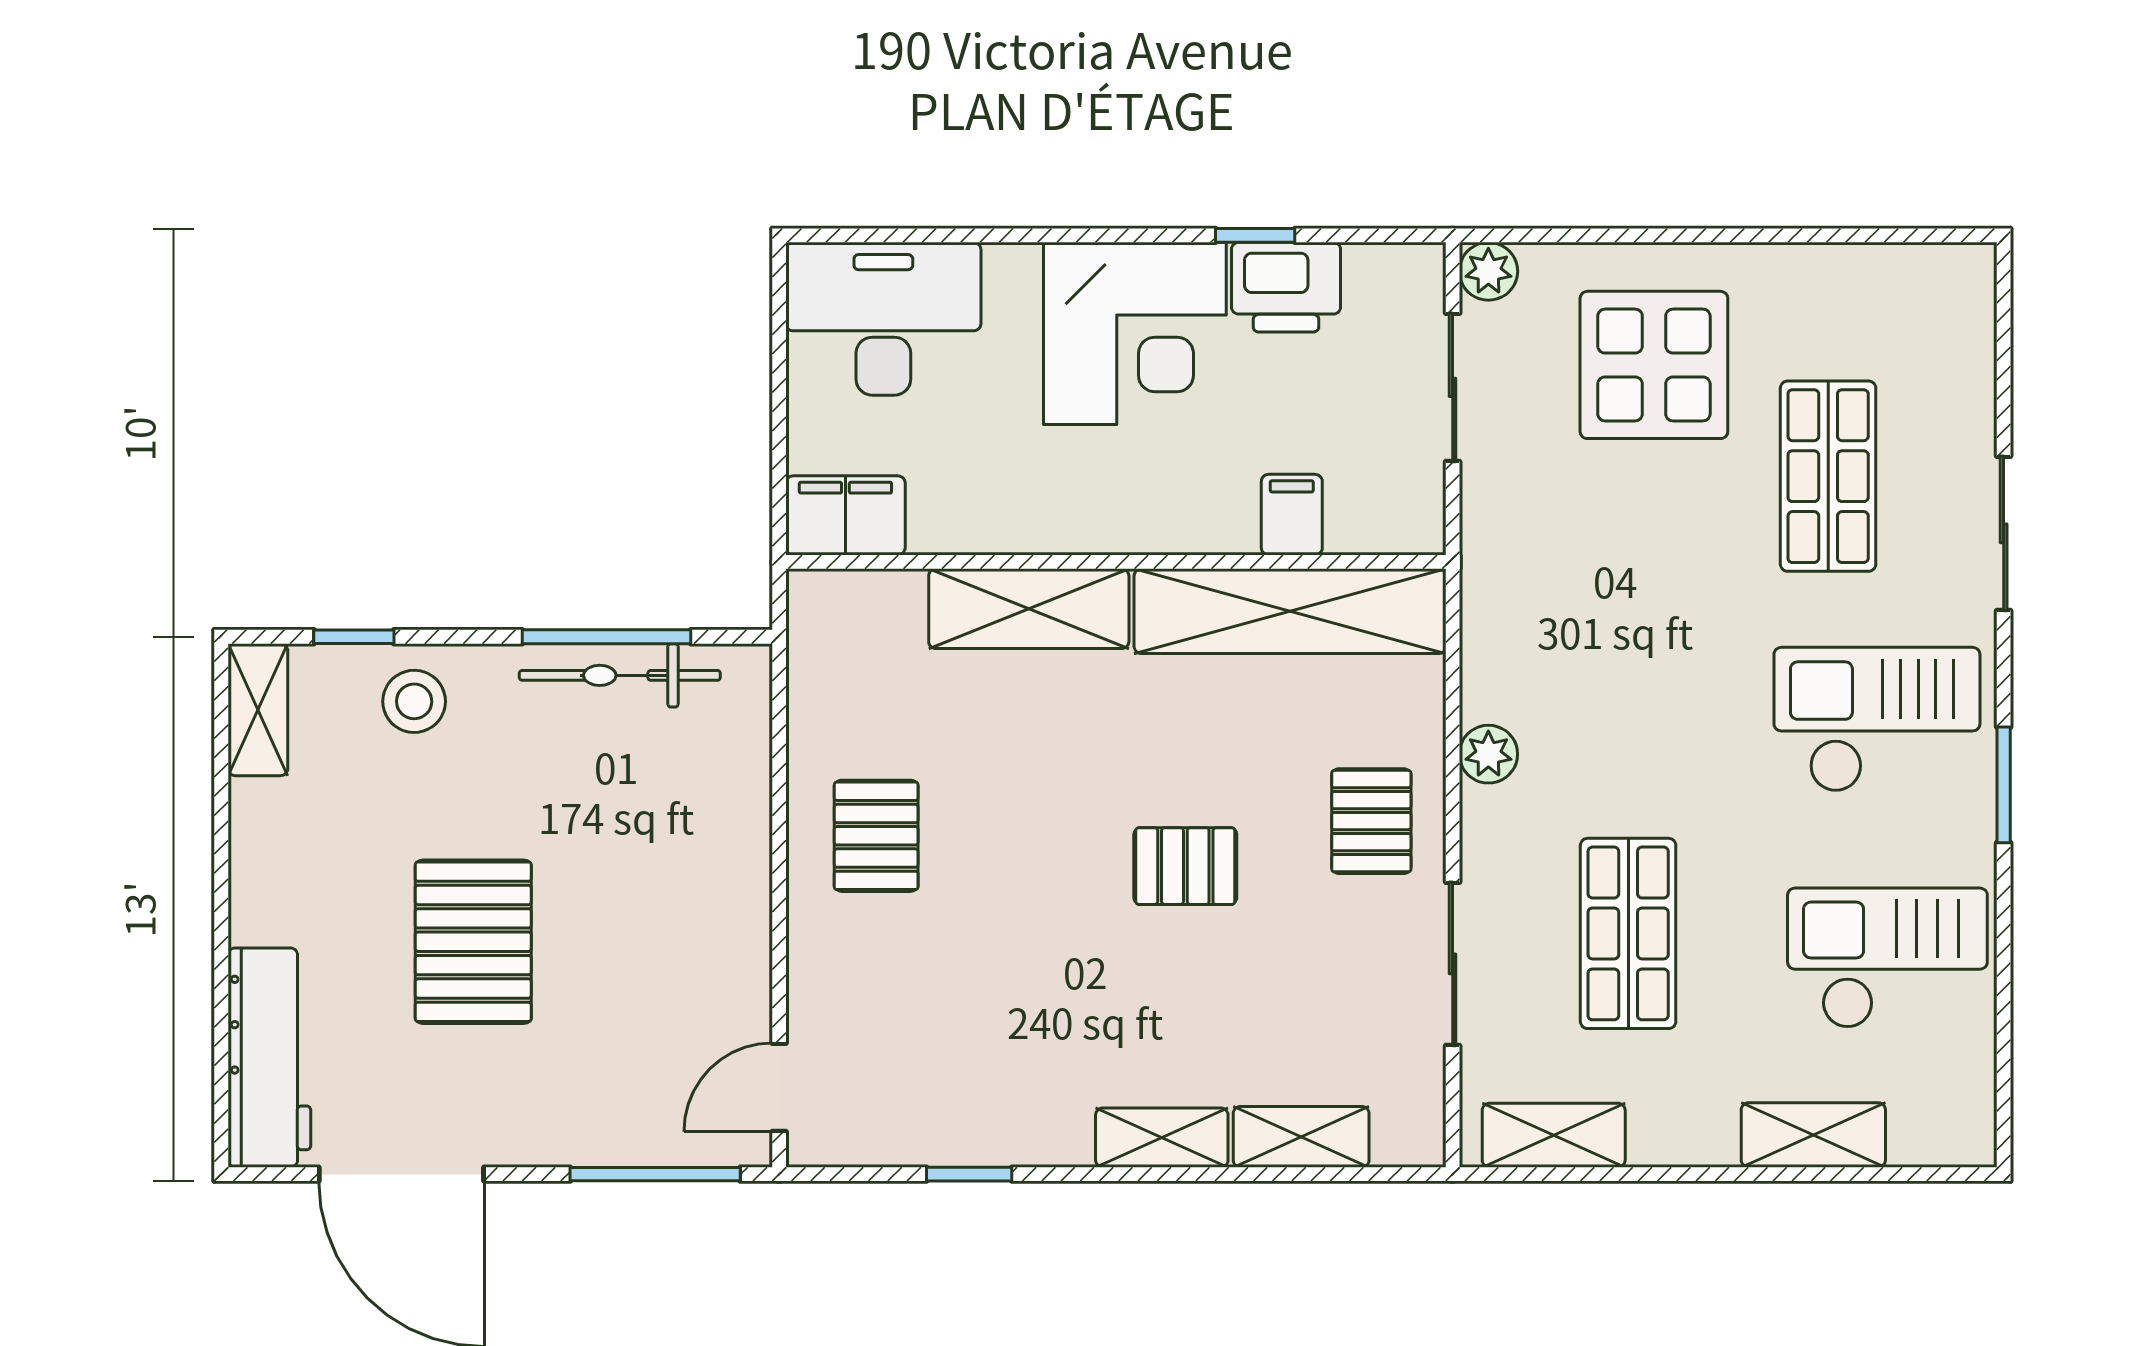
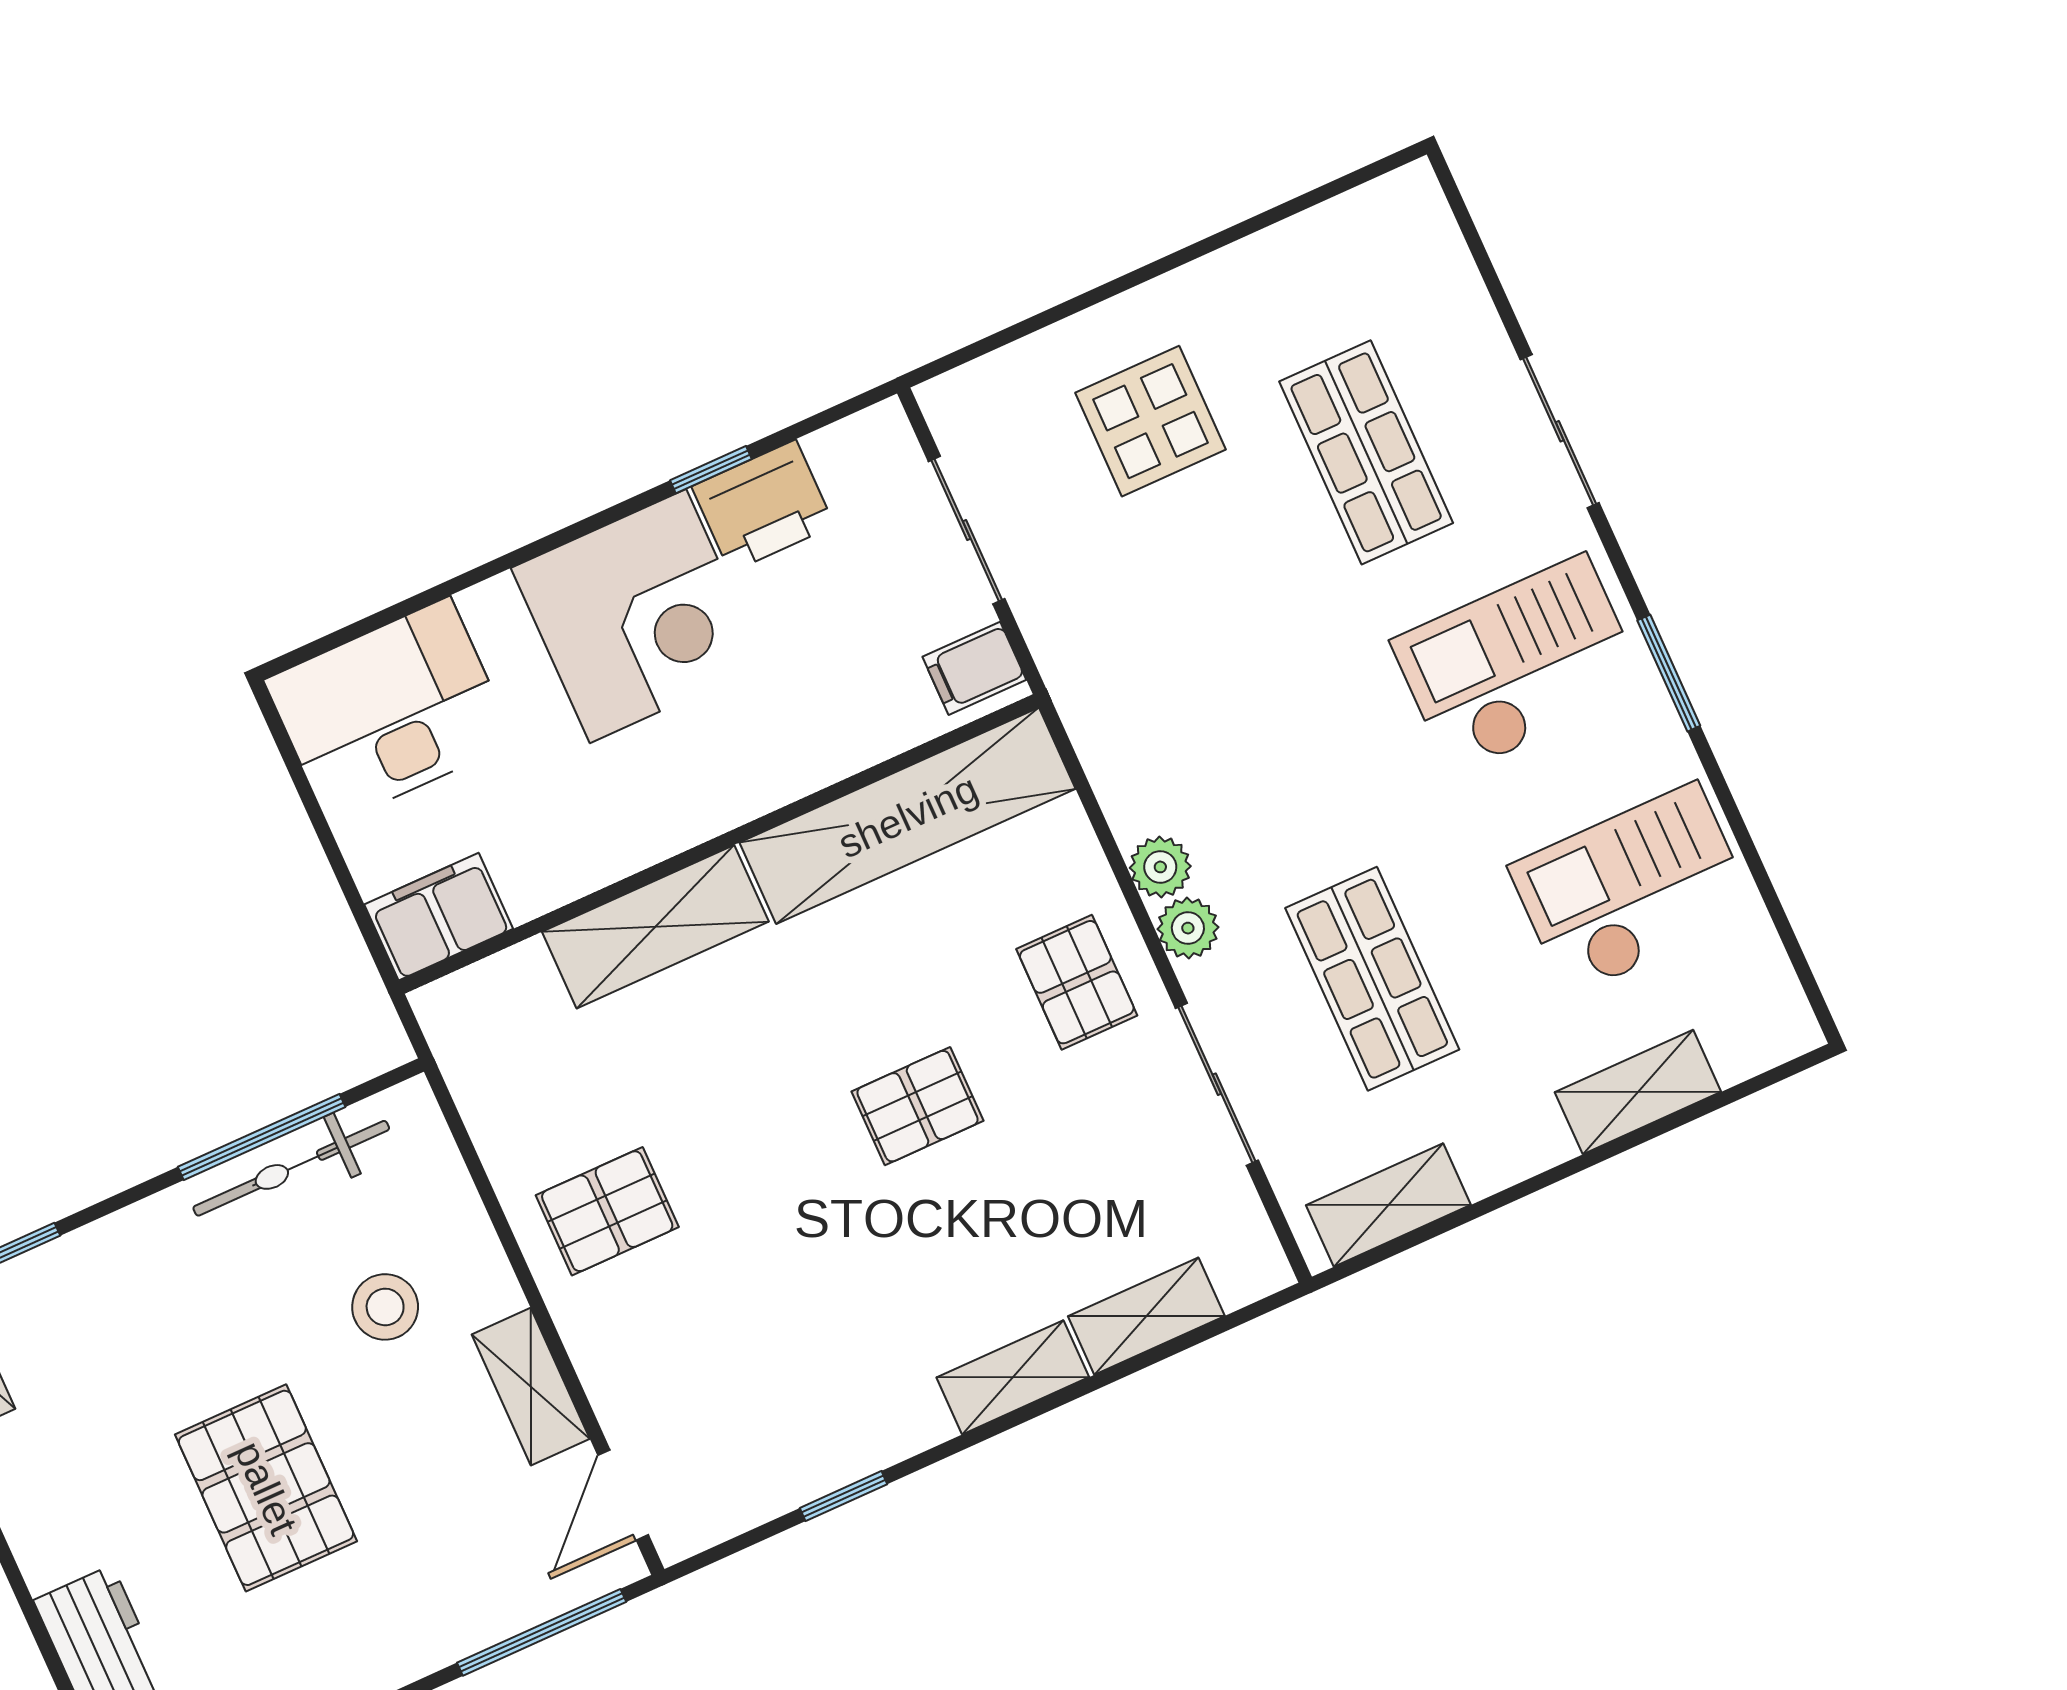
plant: (1488, 271) -> (1188, 928), moved
display table: (1654, 365) -> (1151, 421), width x0.73, depth x0.73
filing cabinet: (1292, 515) -> (974, 668), moved, turned -90
stool: (414, 701) -> (385, 1307), moved
pallet: (876, 836) -> (607, 1211), turned 90
shelving: (742, 958) -> (531, 1387), added

